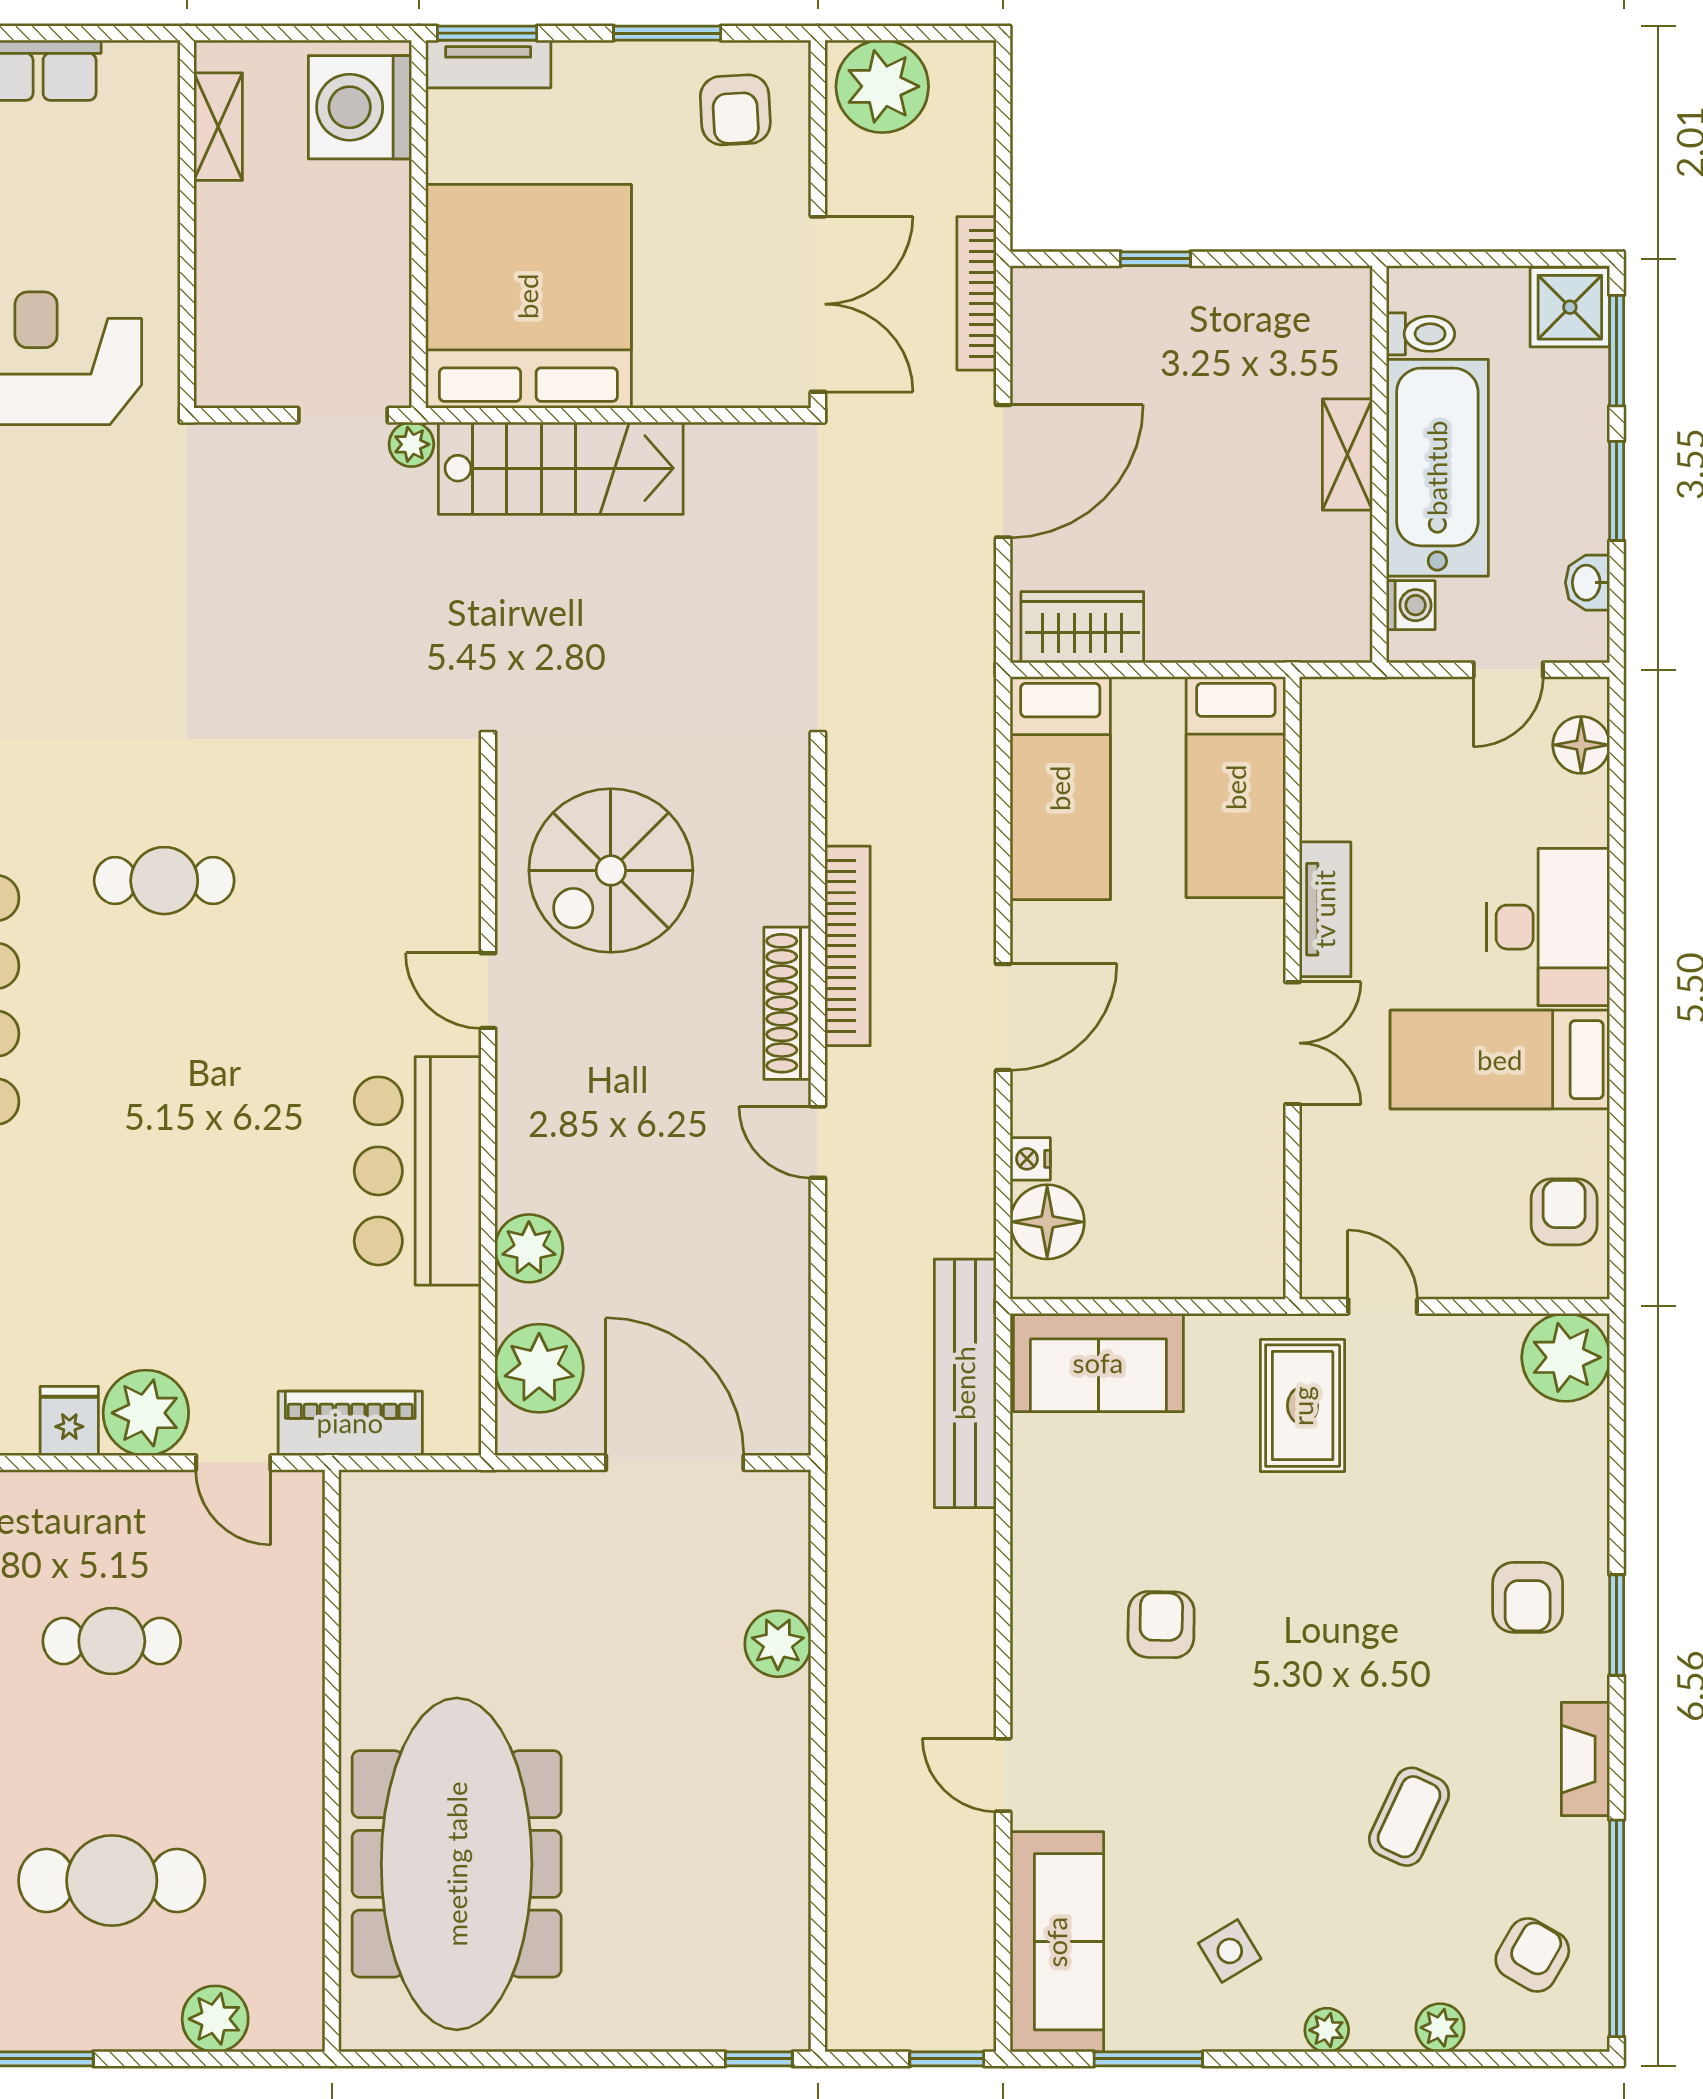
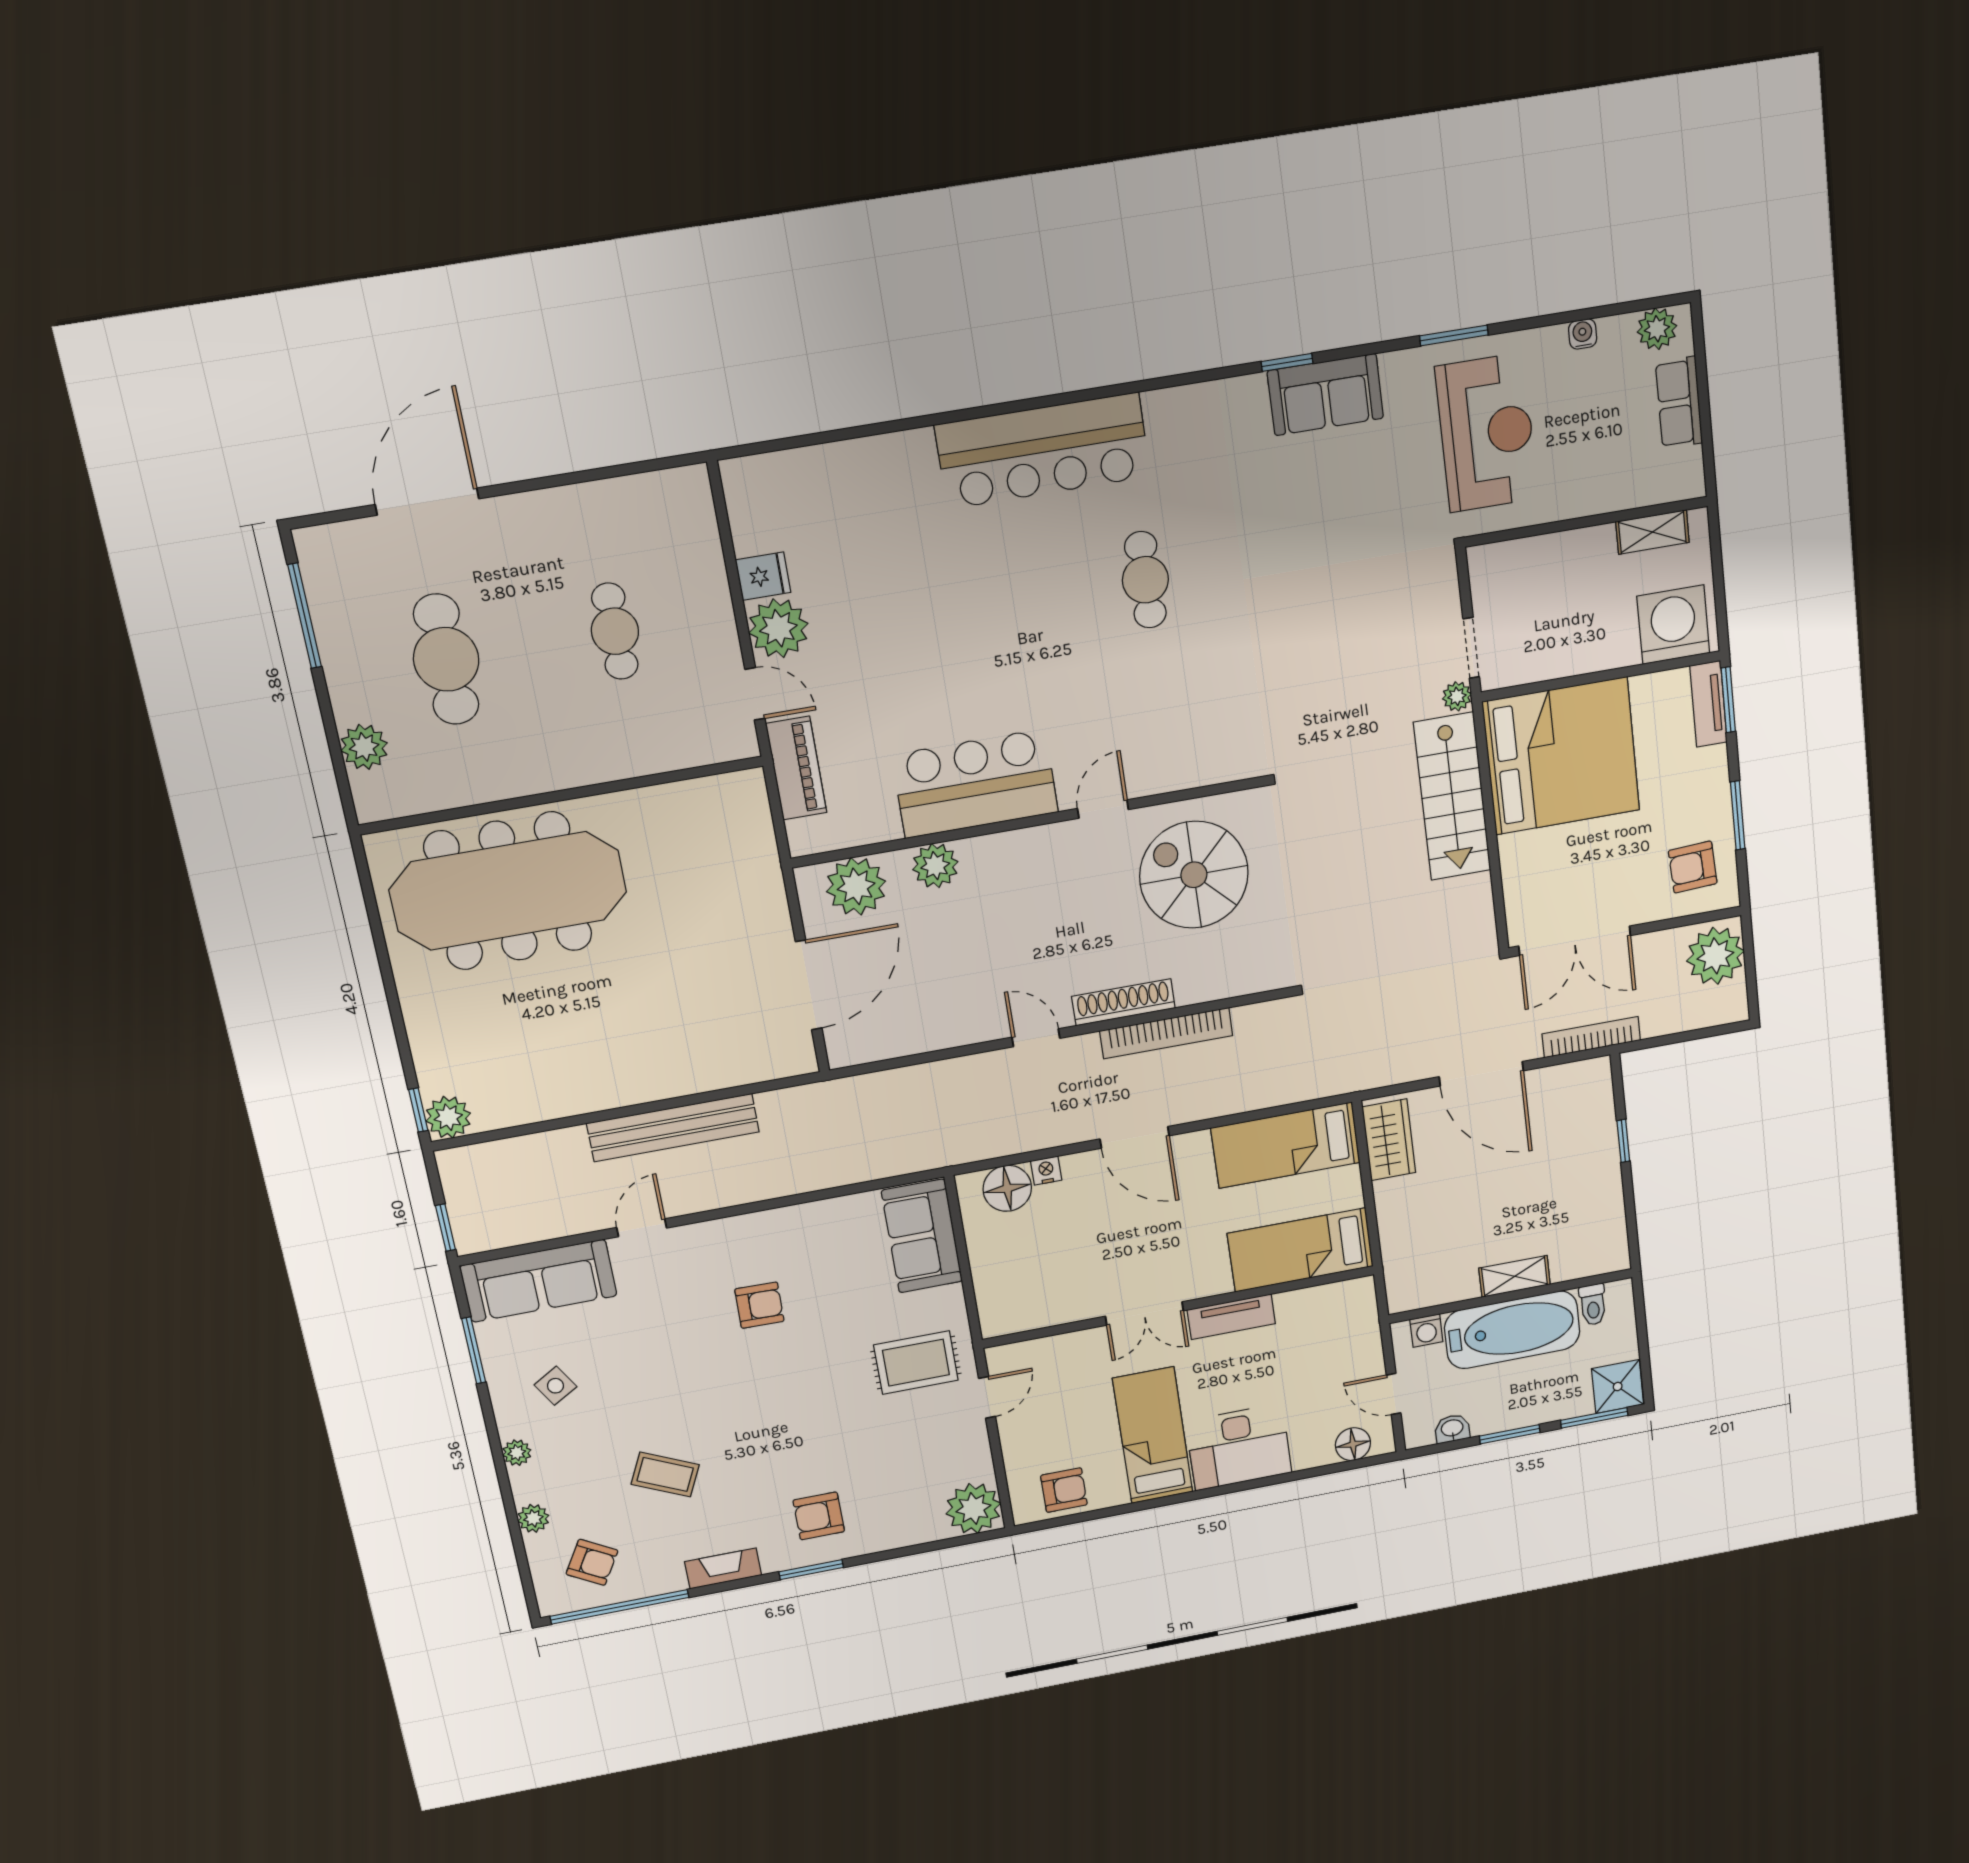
door: (818, 1142) -> (1036, 1038), hinge flipped
bench: (965, 1383) -> (673, 1128), moved
door: (233, 1463) -> (755, 694), swing flipped
plant: (778, 1644) -> (448, 1117), moved

